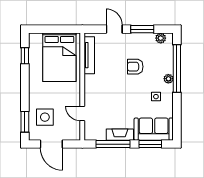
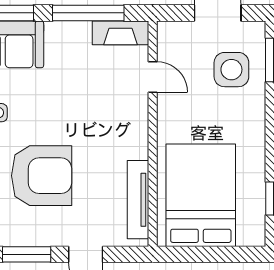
armchair: (135, 67) -> (42, 176), width x1.88, depth x1.88
fireplace: (120, 135) -> (120, 33), moved

